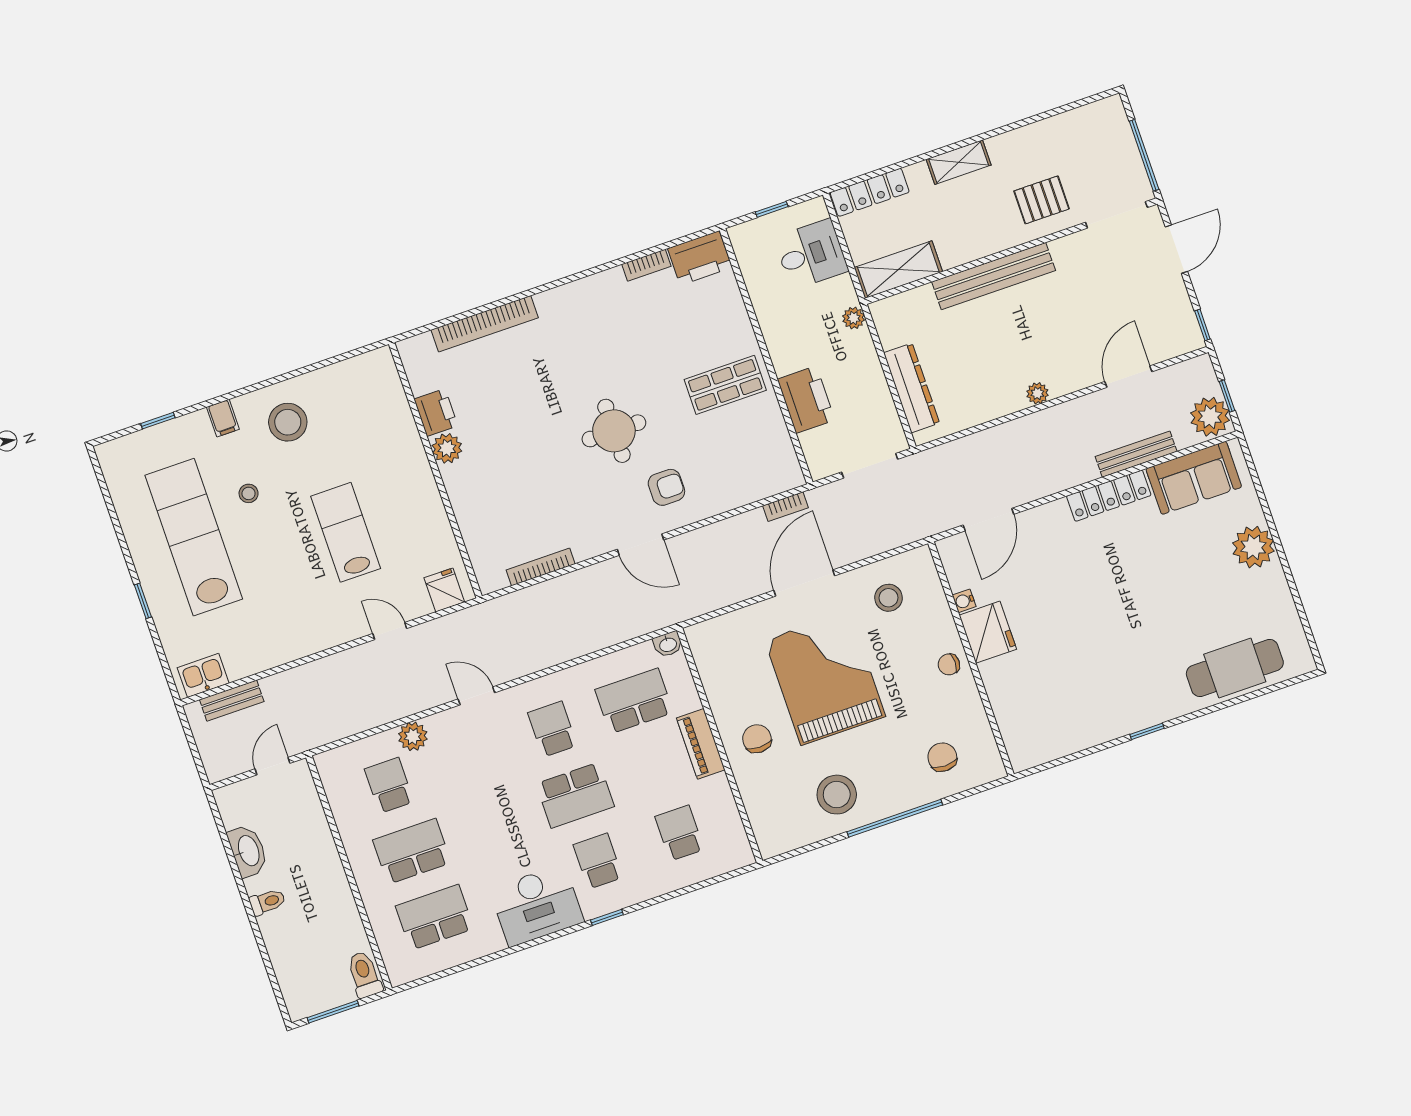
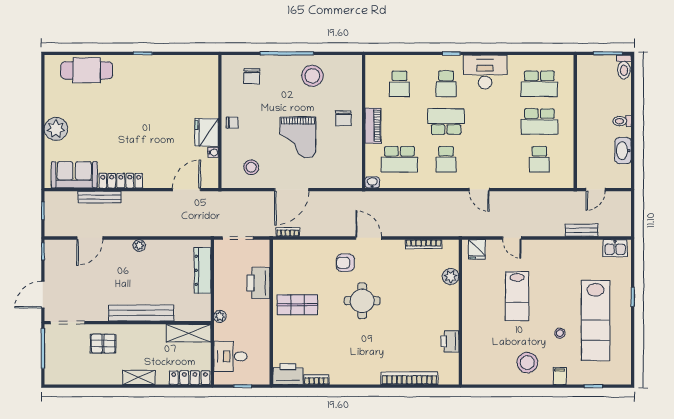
plant: (1210, 417) -> (55, 203), removed
plant: (447, 448) -> (451, 276), moved
grand piano: (825, 678) -> (298, 137), width x0.73, depth x0.68
bench: (232, 701) -> (582, 230), moved
plant: (413, 736) -> (519, 180), removed
toilet: (364, 975) -> (624, 67), moved

